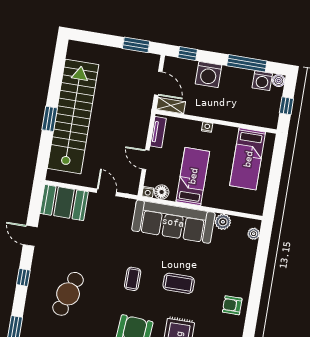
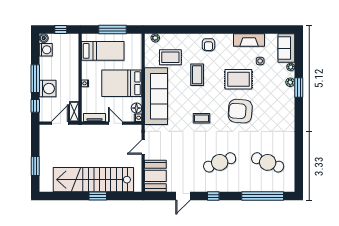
window: (136, 45) -> (35, 166), moved
window: (247, 63) -> (35, 79), moved
door: (146, 160) -> (115, 123), swing flipped
bed: (193, 176) -> (122, 83), width x1.50
window: (275, 177) -> (112, 30), added
plant: (223, 222) -> (150, 61), removed
rug: (224, 250) -> (170, 57), added
coffee table: (179, 283) -> (197, 75), moved
cafe table: (68, 294) -> (220, 162), turned -39

